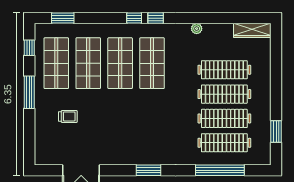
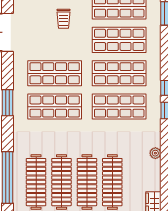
shop shelf: (120, 125) -> (55, 73), added
shop shelf: (152, 125) -> (55, 107), added

